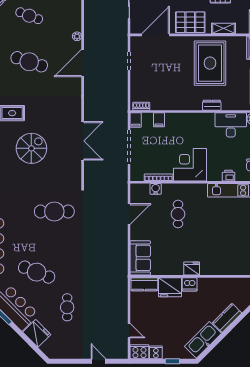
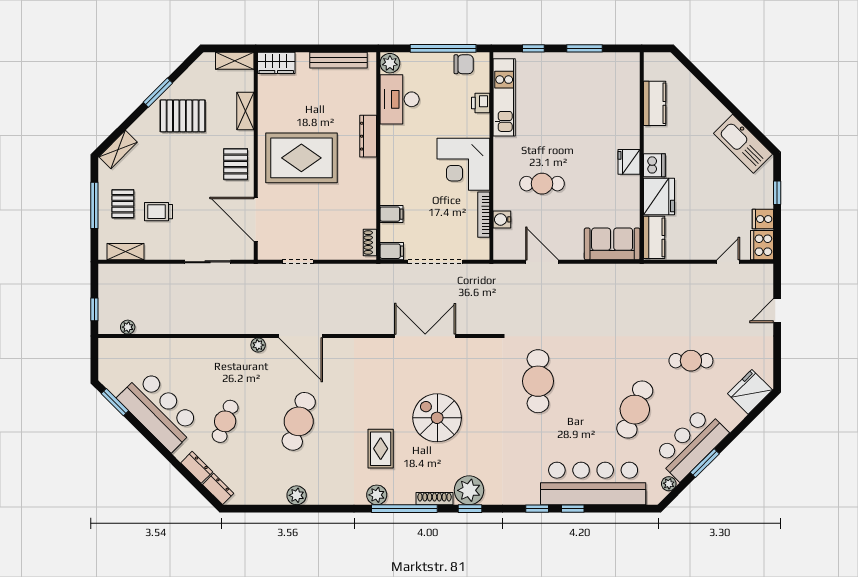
pallet: (190, 22) -> (236, 164), width x0.67, depth x0.71
rug: (210, 63) -> (301, 158), moved
dresser: (212, 105) -> (368, 136), width x1.44
kitchen counter: (227, 318) -> (655, 103), moved, turned -135
fridge: (37, 333) -> (750, 392), moved

